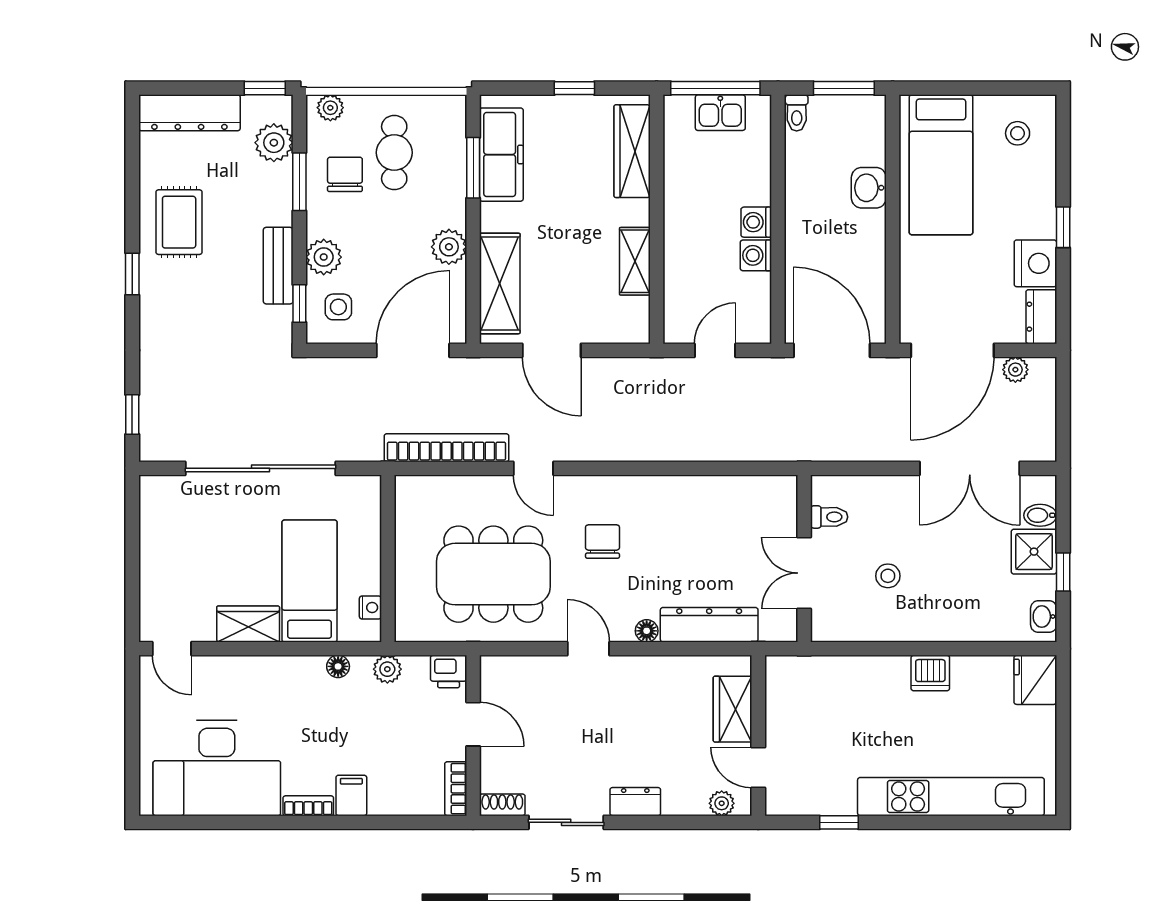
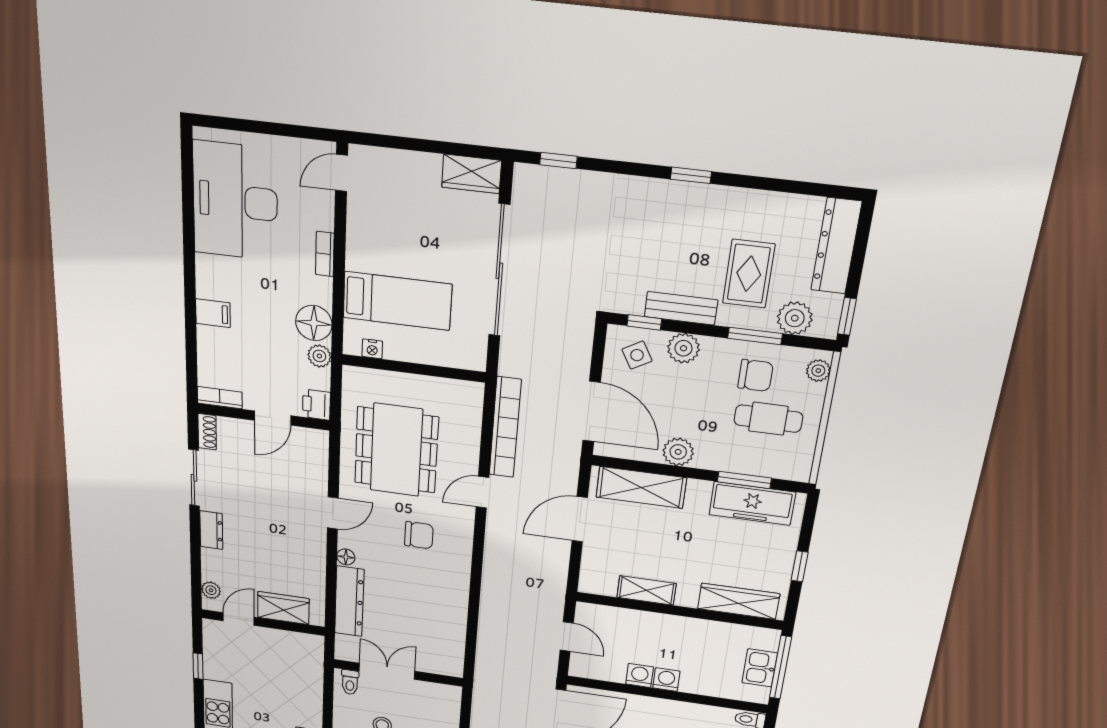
rug: (179, 222) -> (749, 274), moved, turned 90
side table: (338, 307) -> (637, 355), turned -30
toilet: (829, 517) -> (350, 682), moved
wardrobe: (248, 624) -> (472, 174), moved, turned 90
floor lamp: (338, 666) -> (314, 323), width x1.89, depth x1.89
bookcase: (308, 806) -> (325, 254), moved, turned 180

